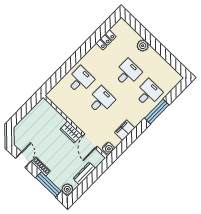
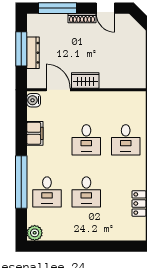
plant: (143, 46) -> (35, 233), moved
window: (157, 112) -> (21, 182), width x1.46
window: (88, 182) -> (21, 49), added
plant: (67, 189) -> (34, 21), removed

